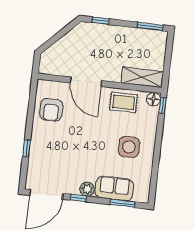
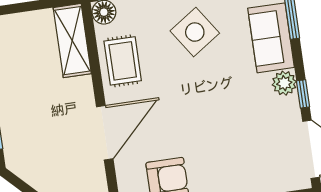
side table: (129, 147) -> (195, 32), turned -34

